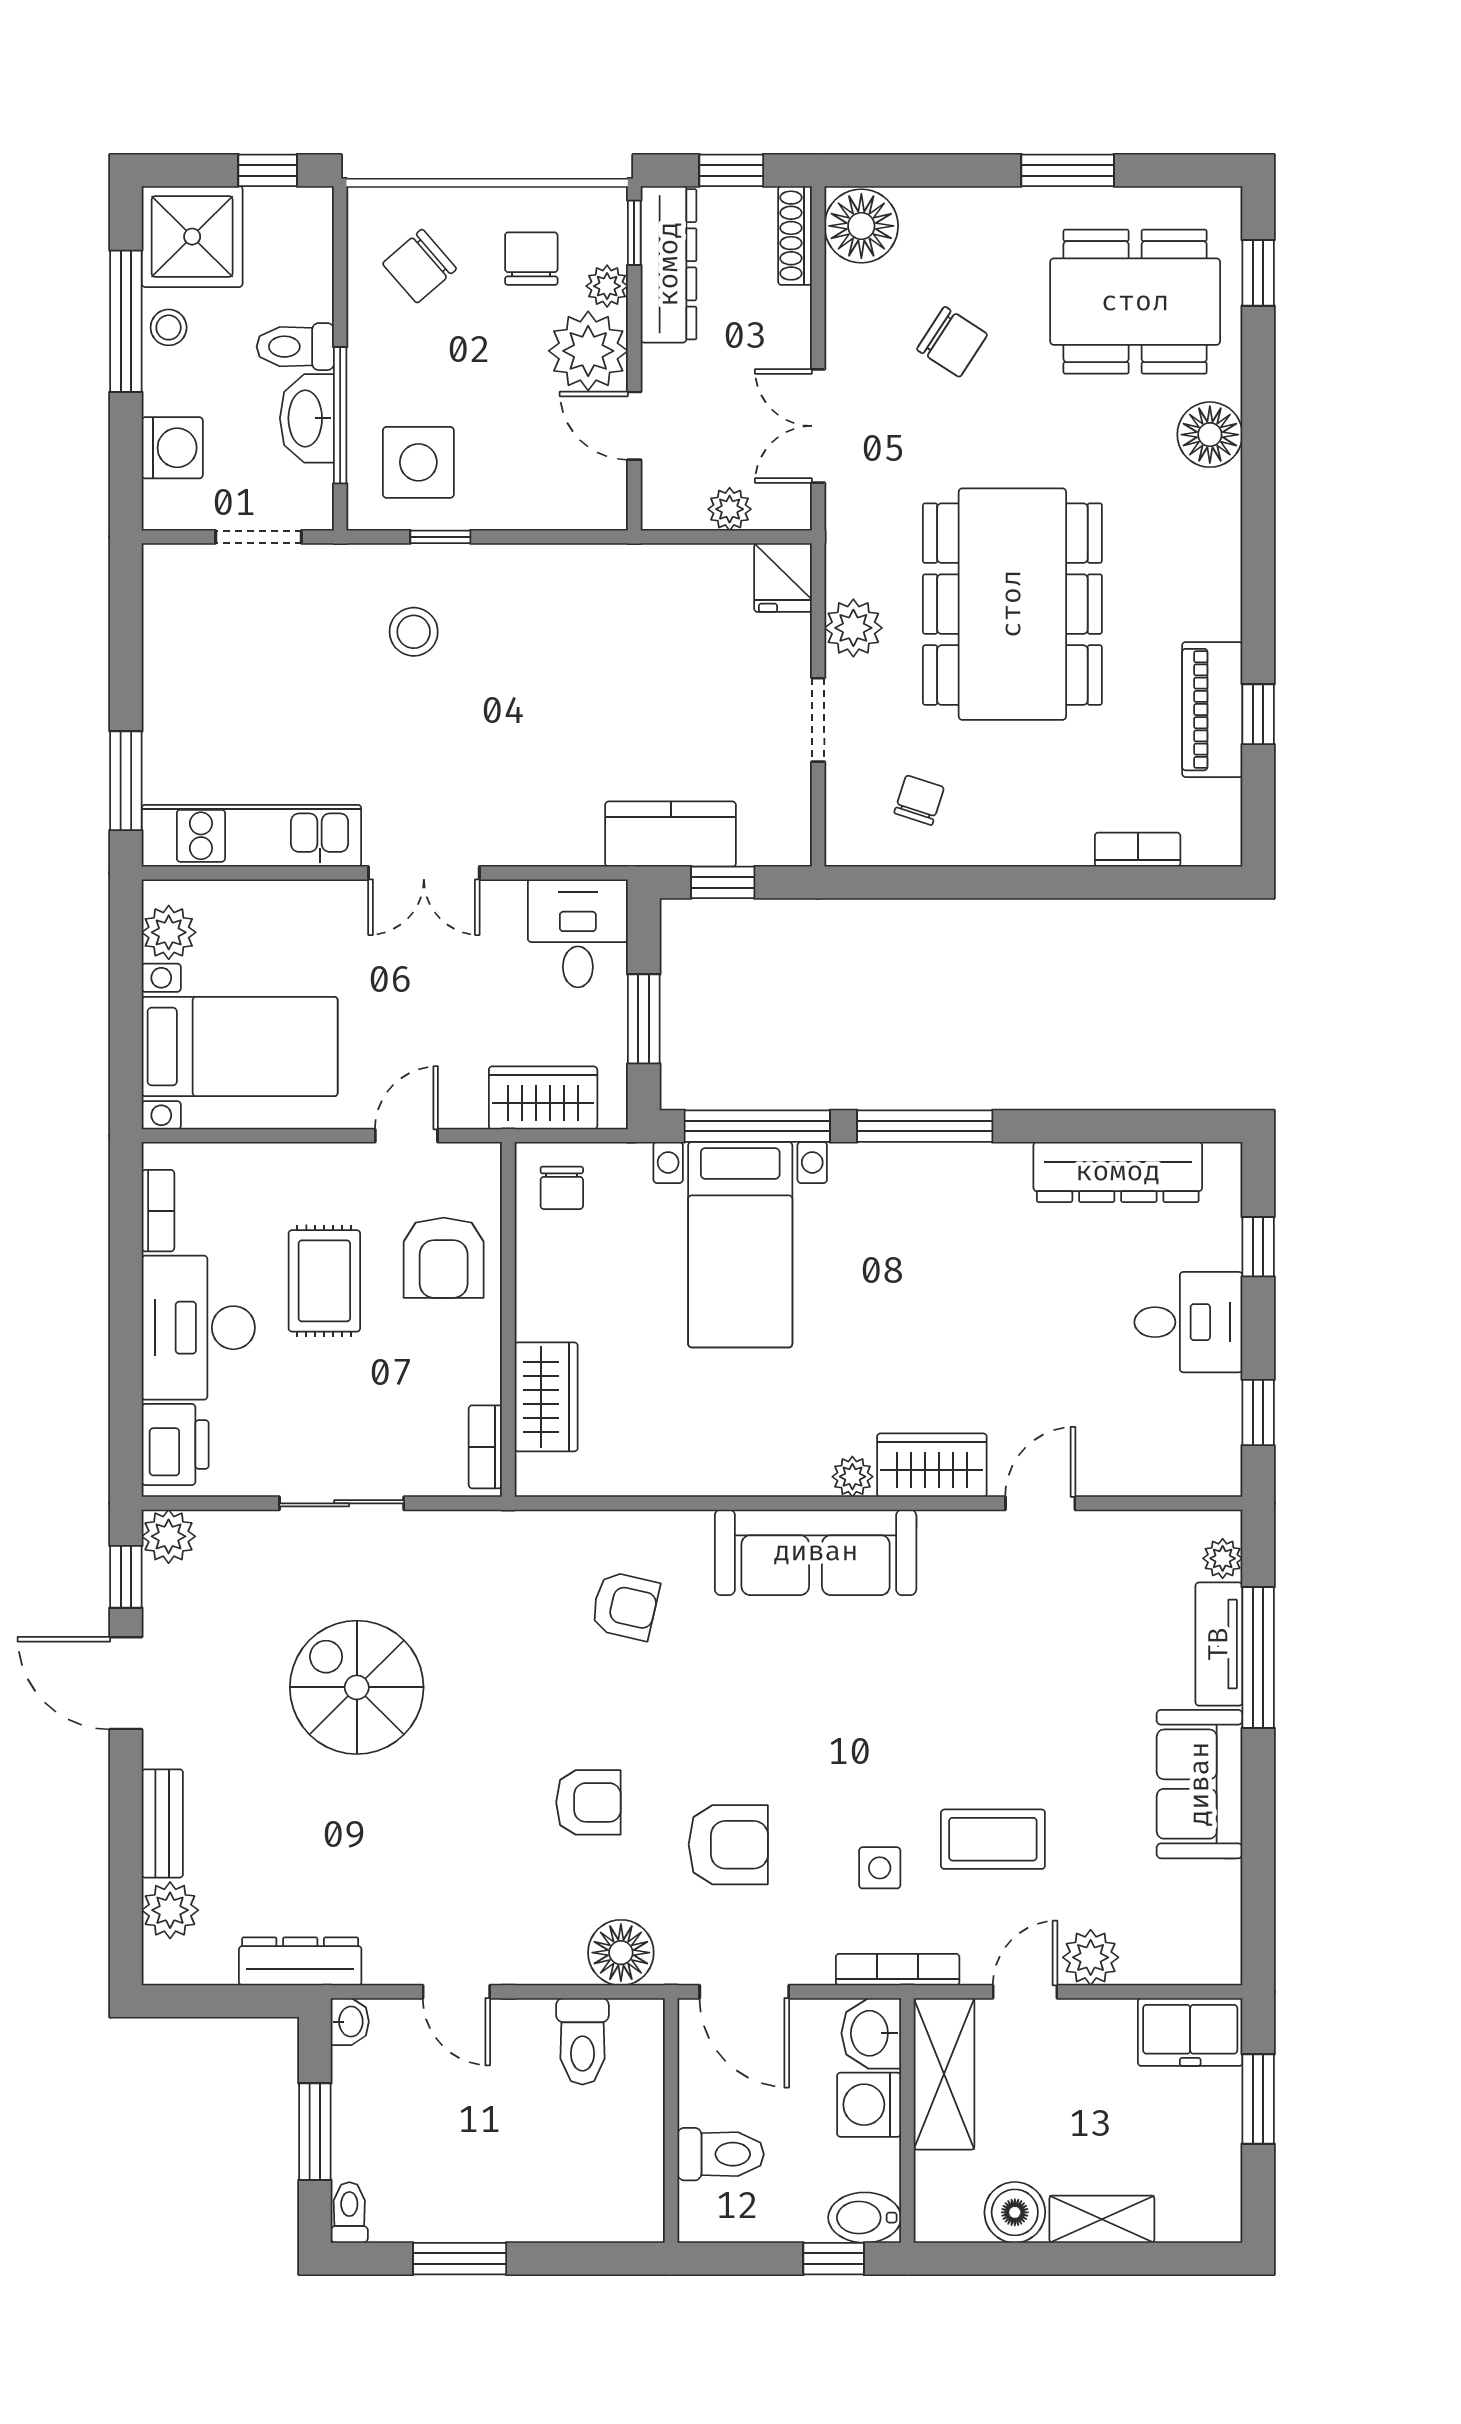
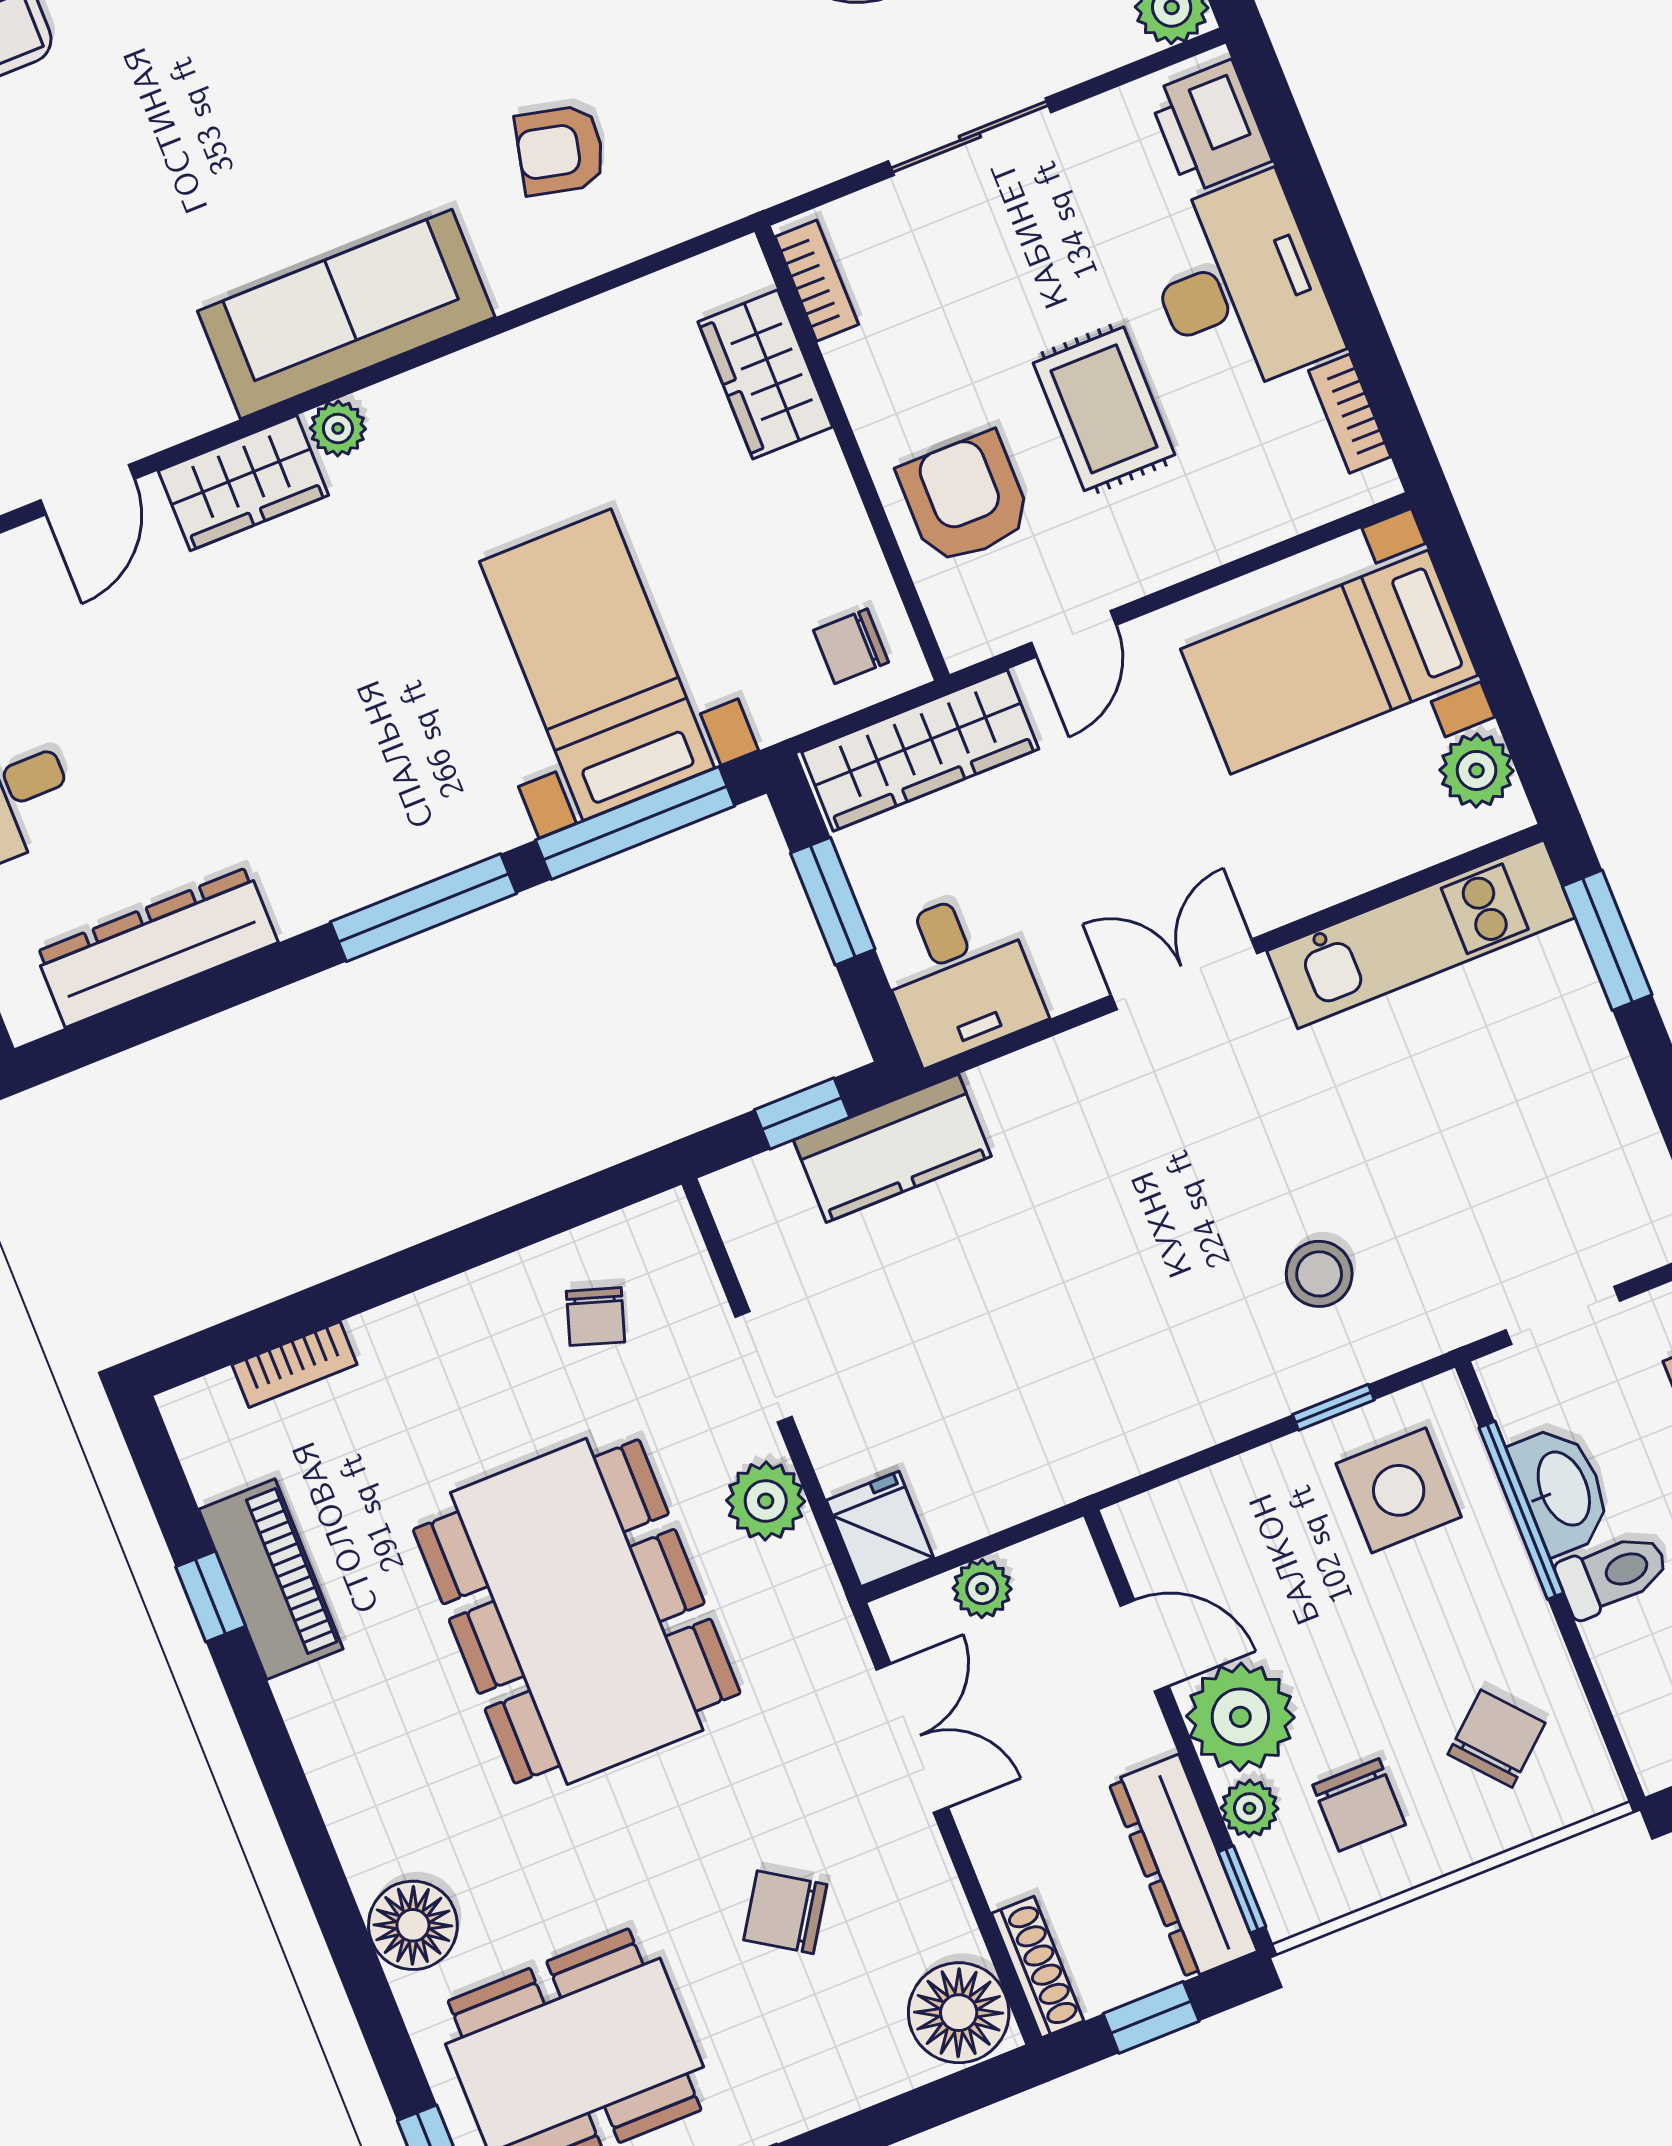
wardrobe: (543, 1098) -> (920, 751), width x1.50
chair: (562, 1188) -> (851, 646), turned -90

